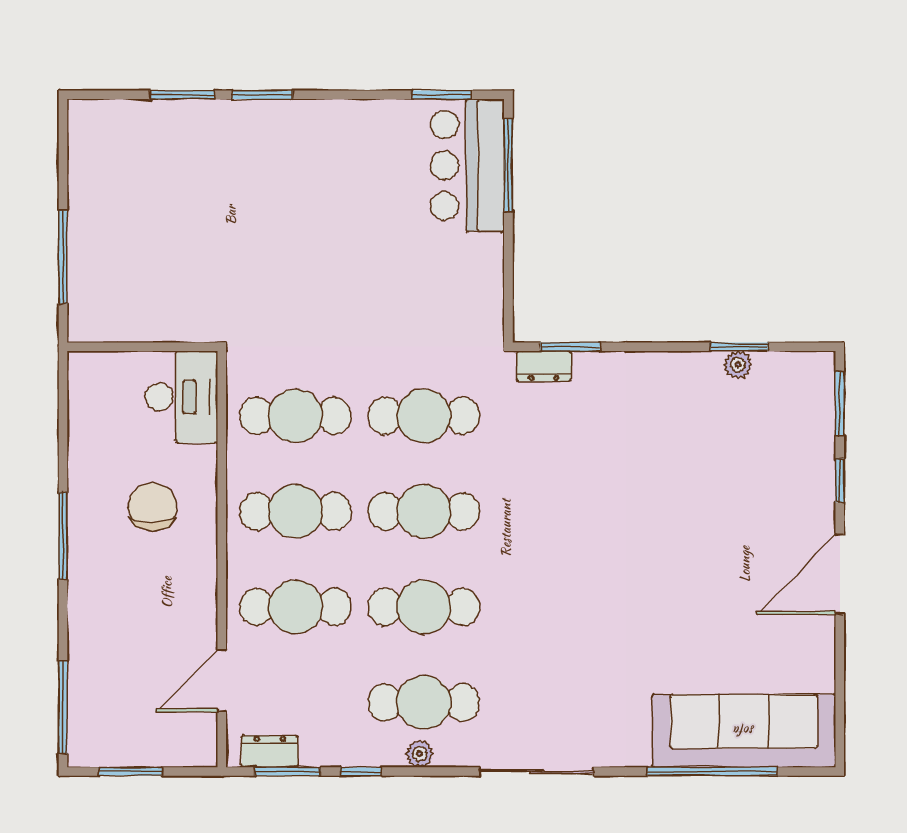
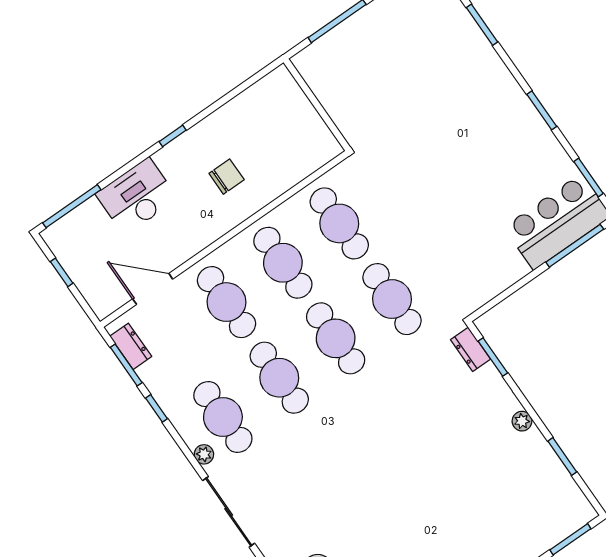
window: (262, 95) -> (542, 110), moved
plant: (738, 365) -> (522, 421), moved
desk: (182, 397) -> (137, 196), moved, turned 180
chair: (152, 507) -> (227, 177), width x0.73, depth x0.73
window: (63, 536) -> (173, 136), width x0.46
plant: (420, 754) -> (204, 454), moved
window: (130, 771) -> (62, 272), width x0.67

